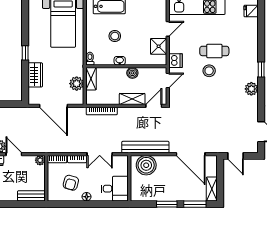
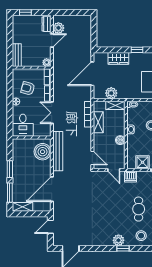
stool: (209, 71) -> (141, 236), moved
plant: (251, 89) -> (118, 240), moved
shelving: (132, 99) -> (98, 122), moved

